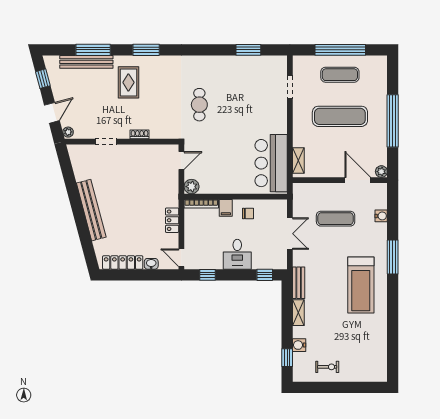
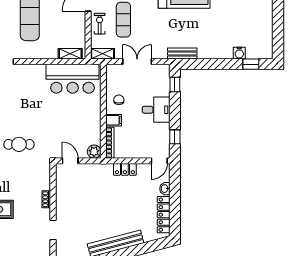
shelving: (298, 313) -> (103, 54), moved
exercise bike: (327, 367) -> (100, 24), moved

